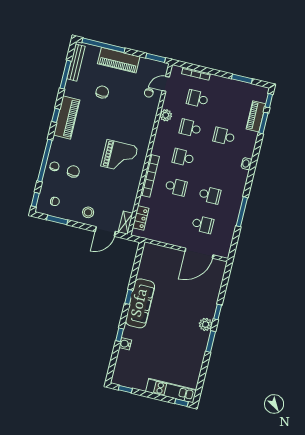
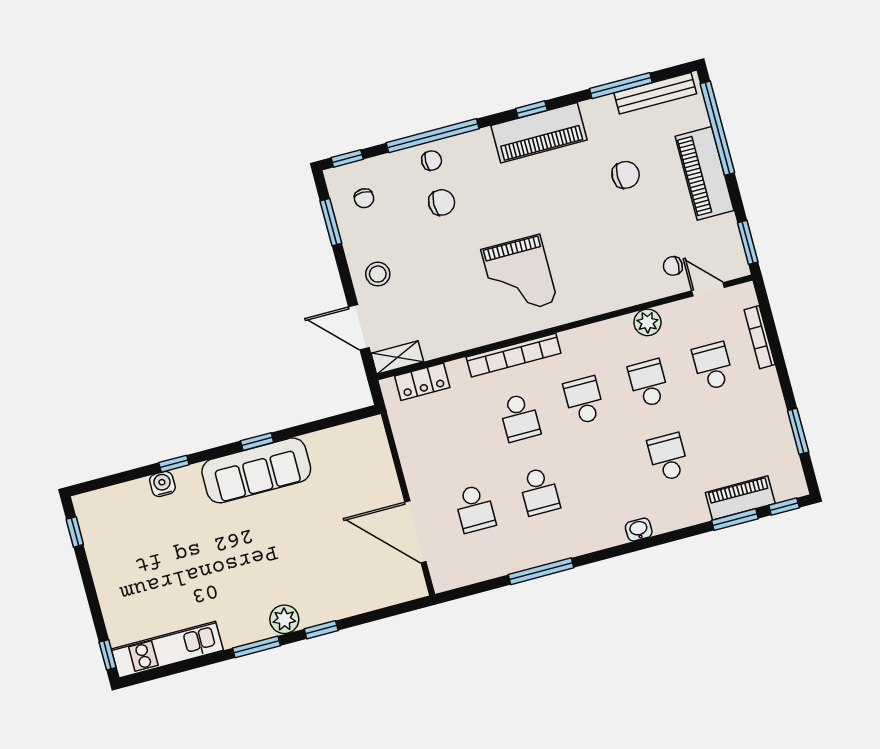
kitchen unit: (171, 391) -> (167, 650), moved, turned -90

